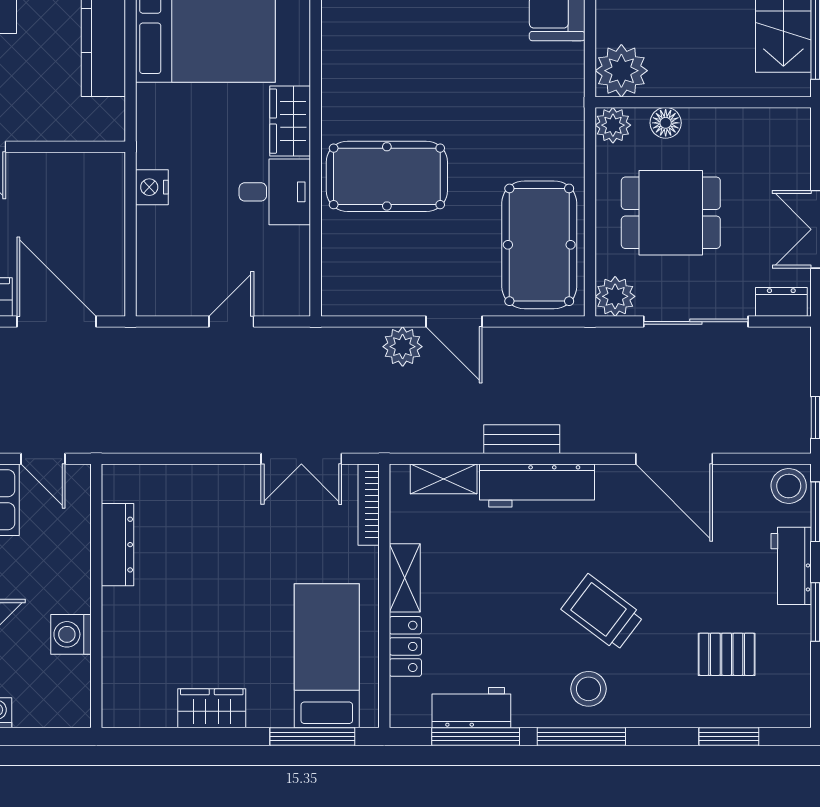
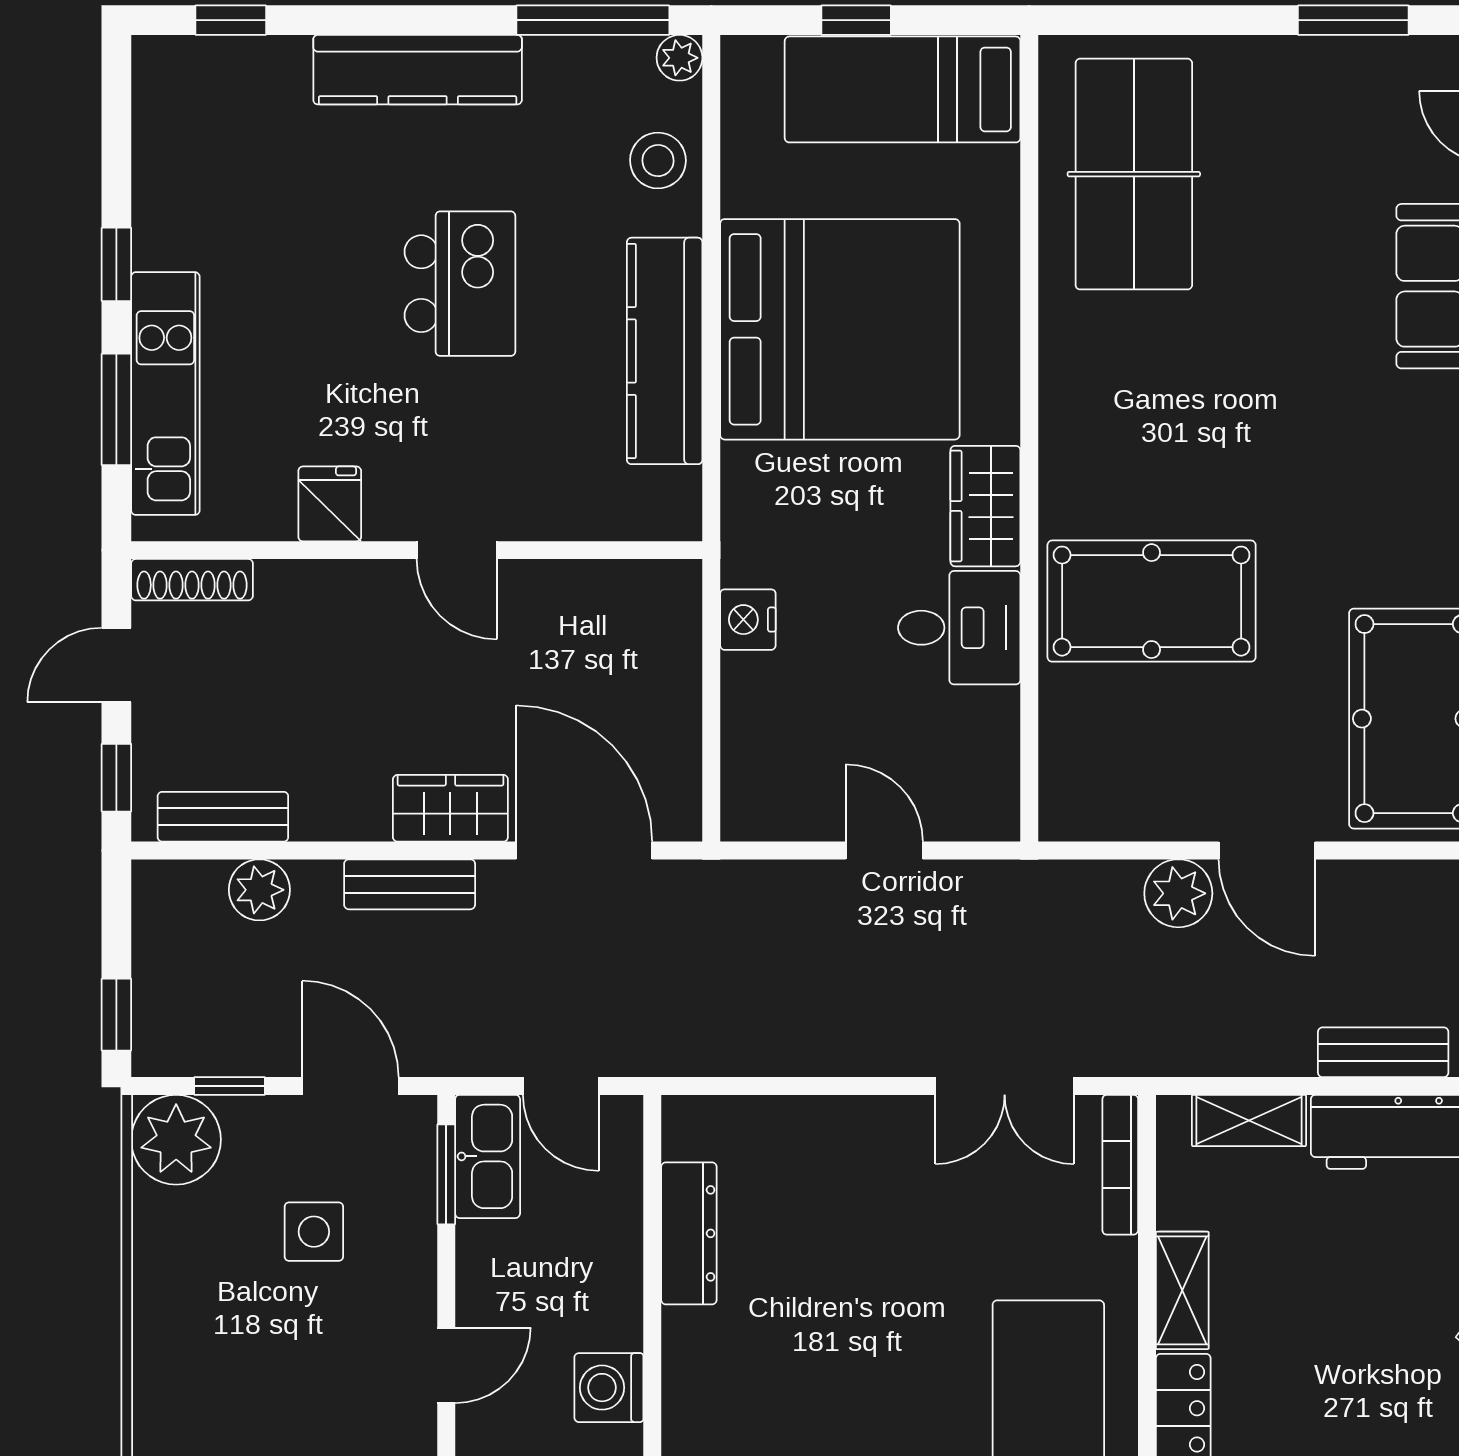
door: (231, 322) -> (884, 850), hinge flipped

